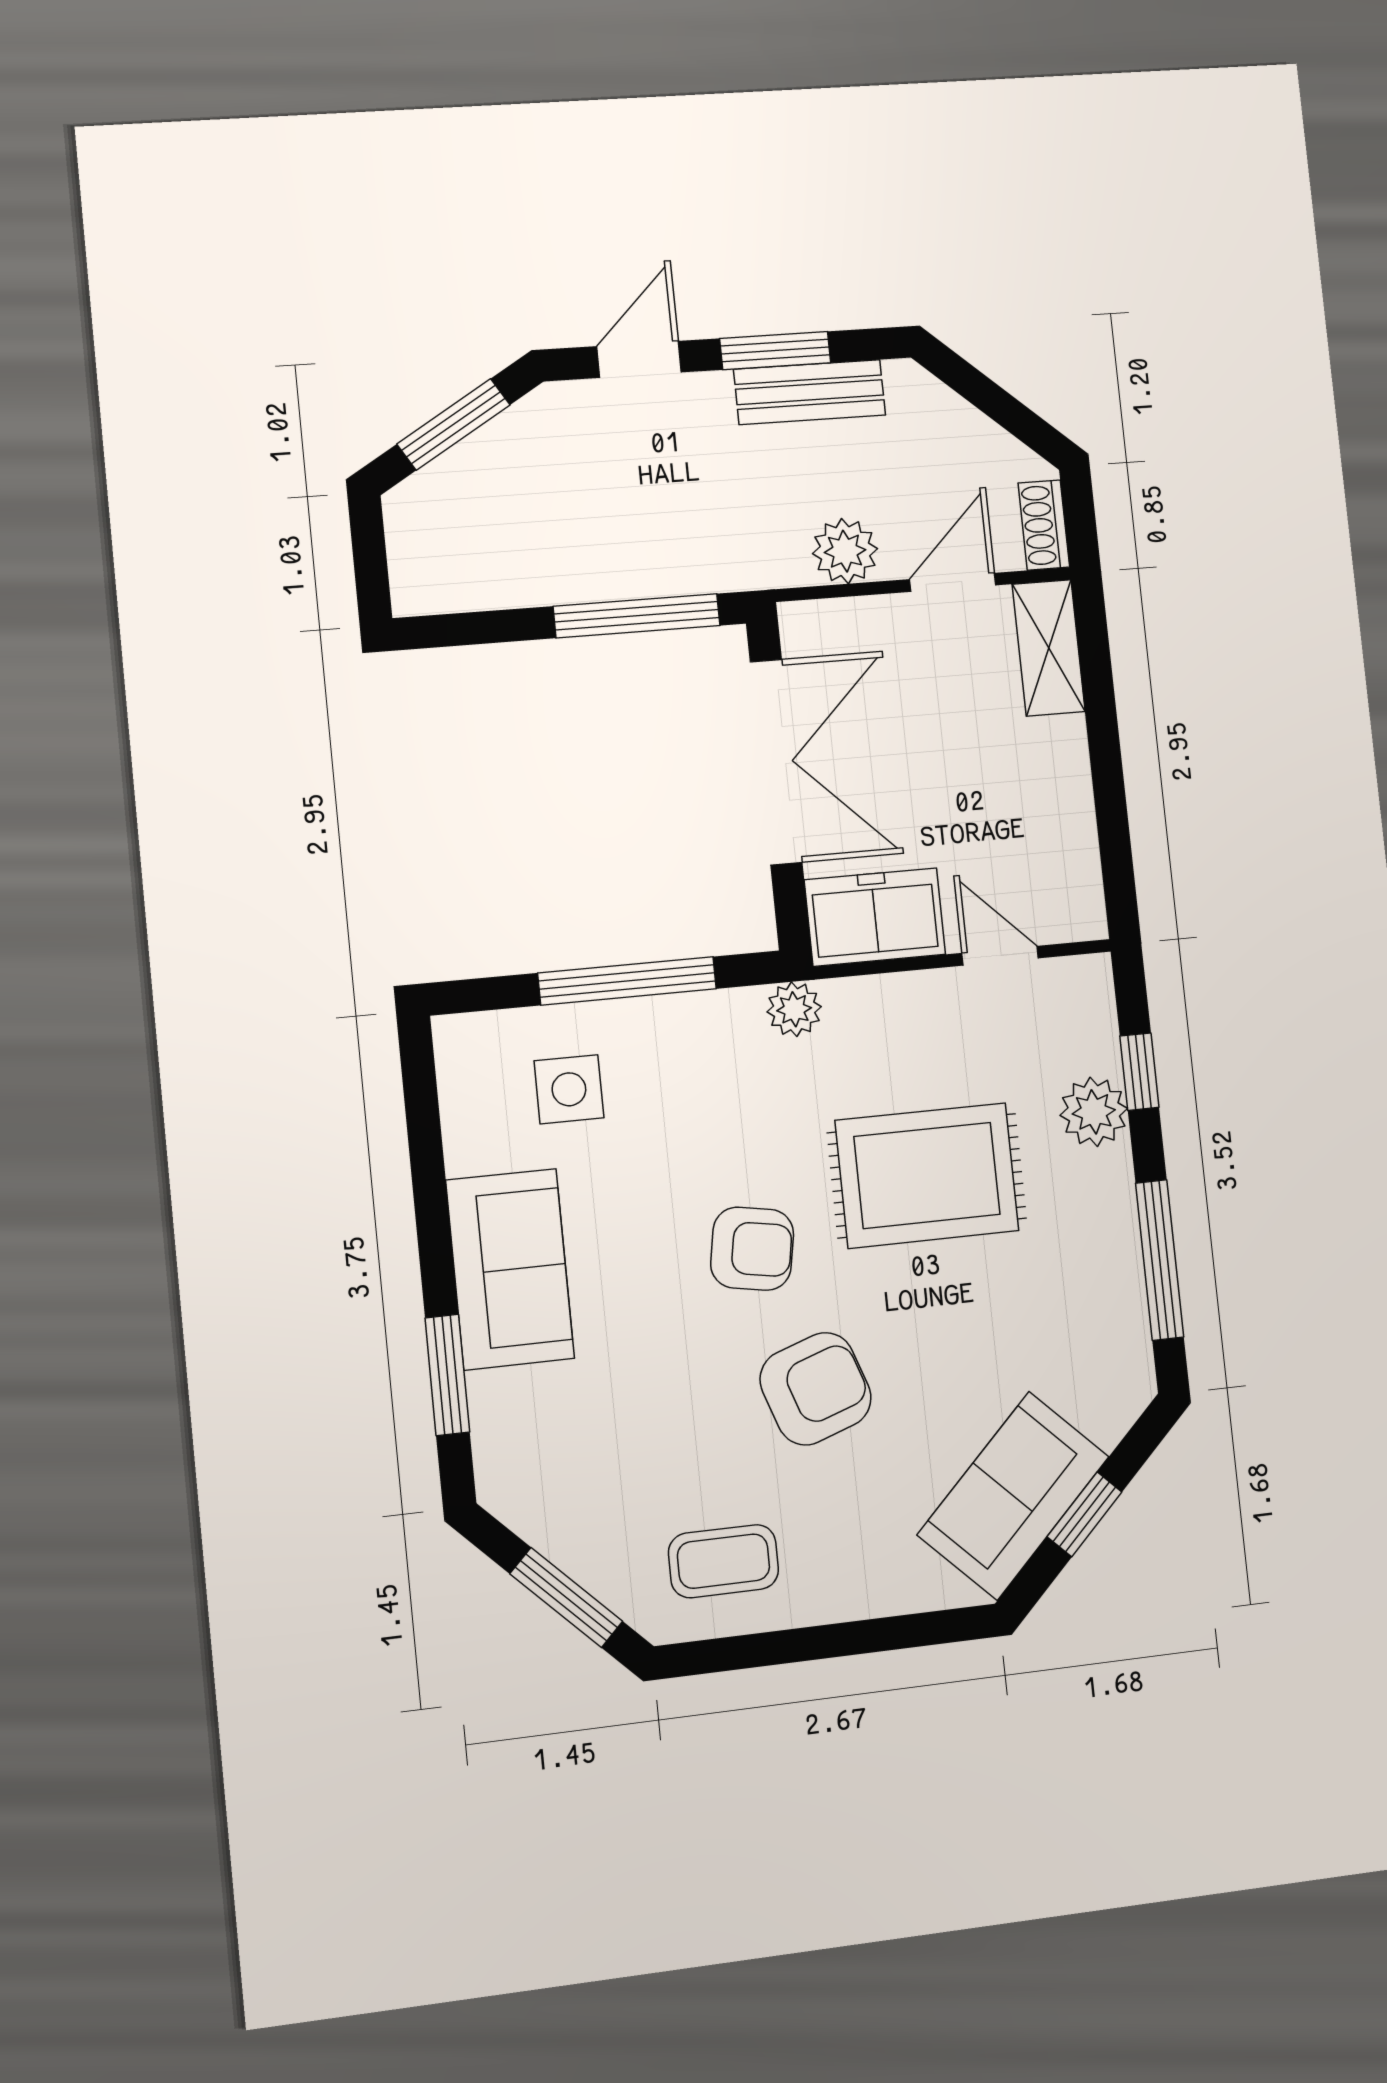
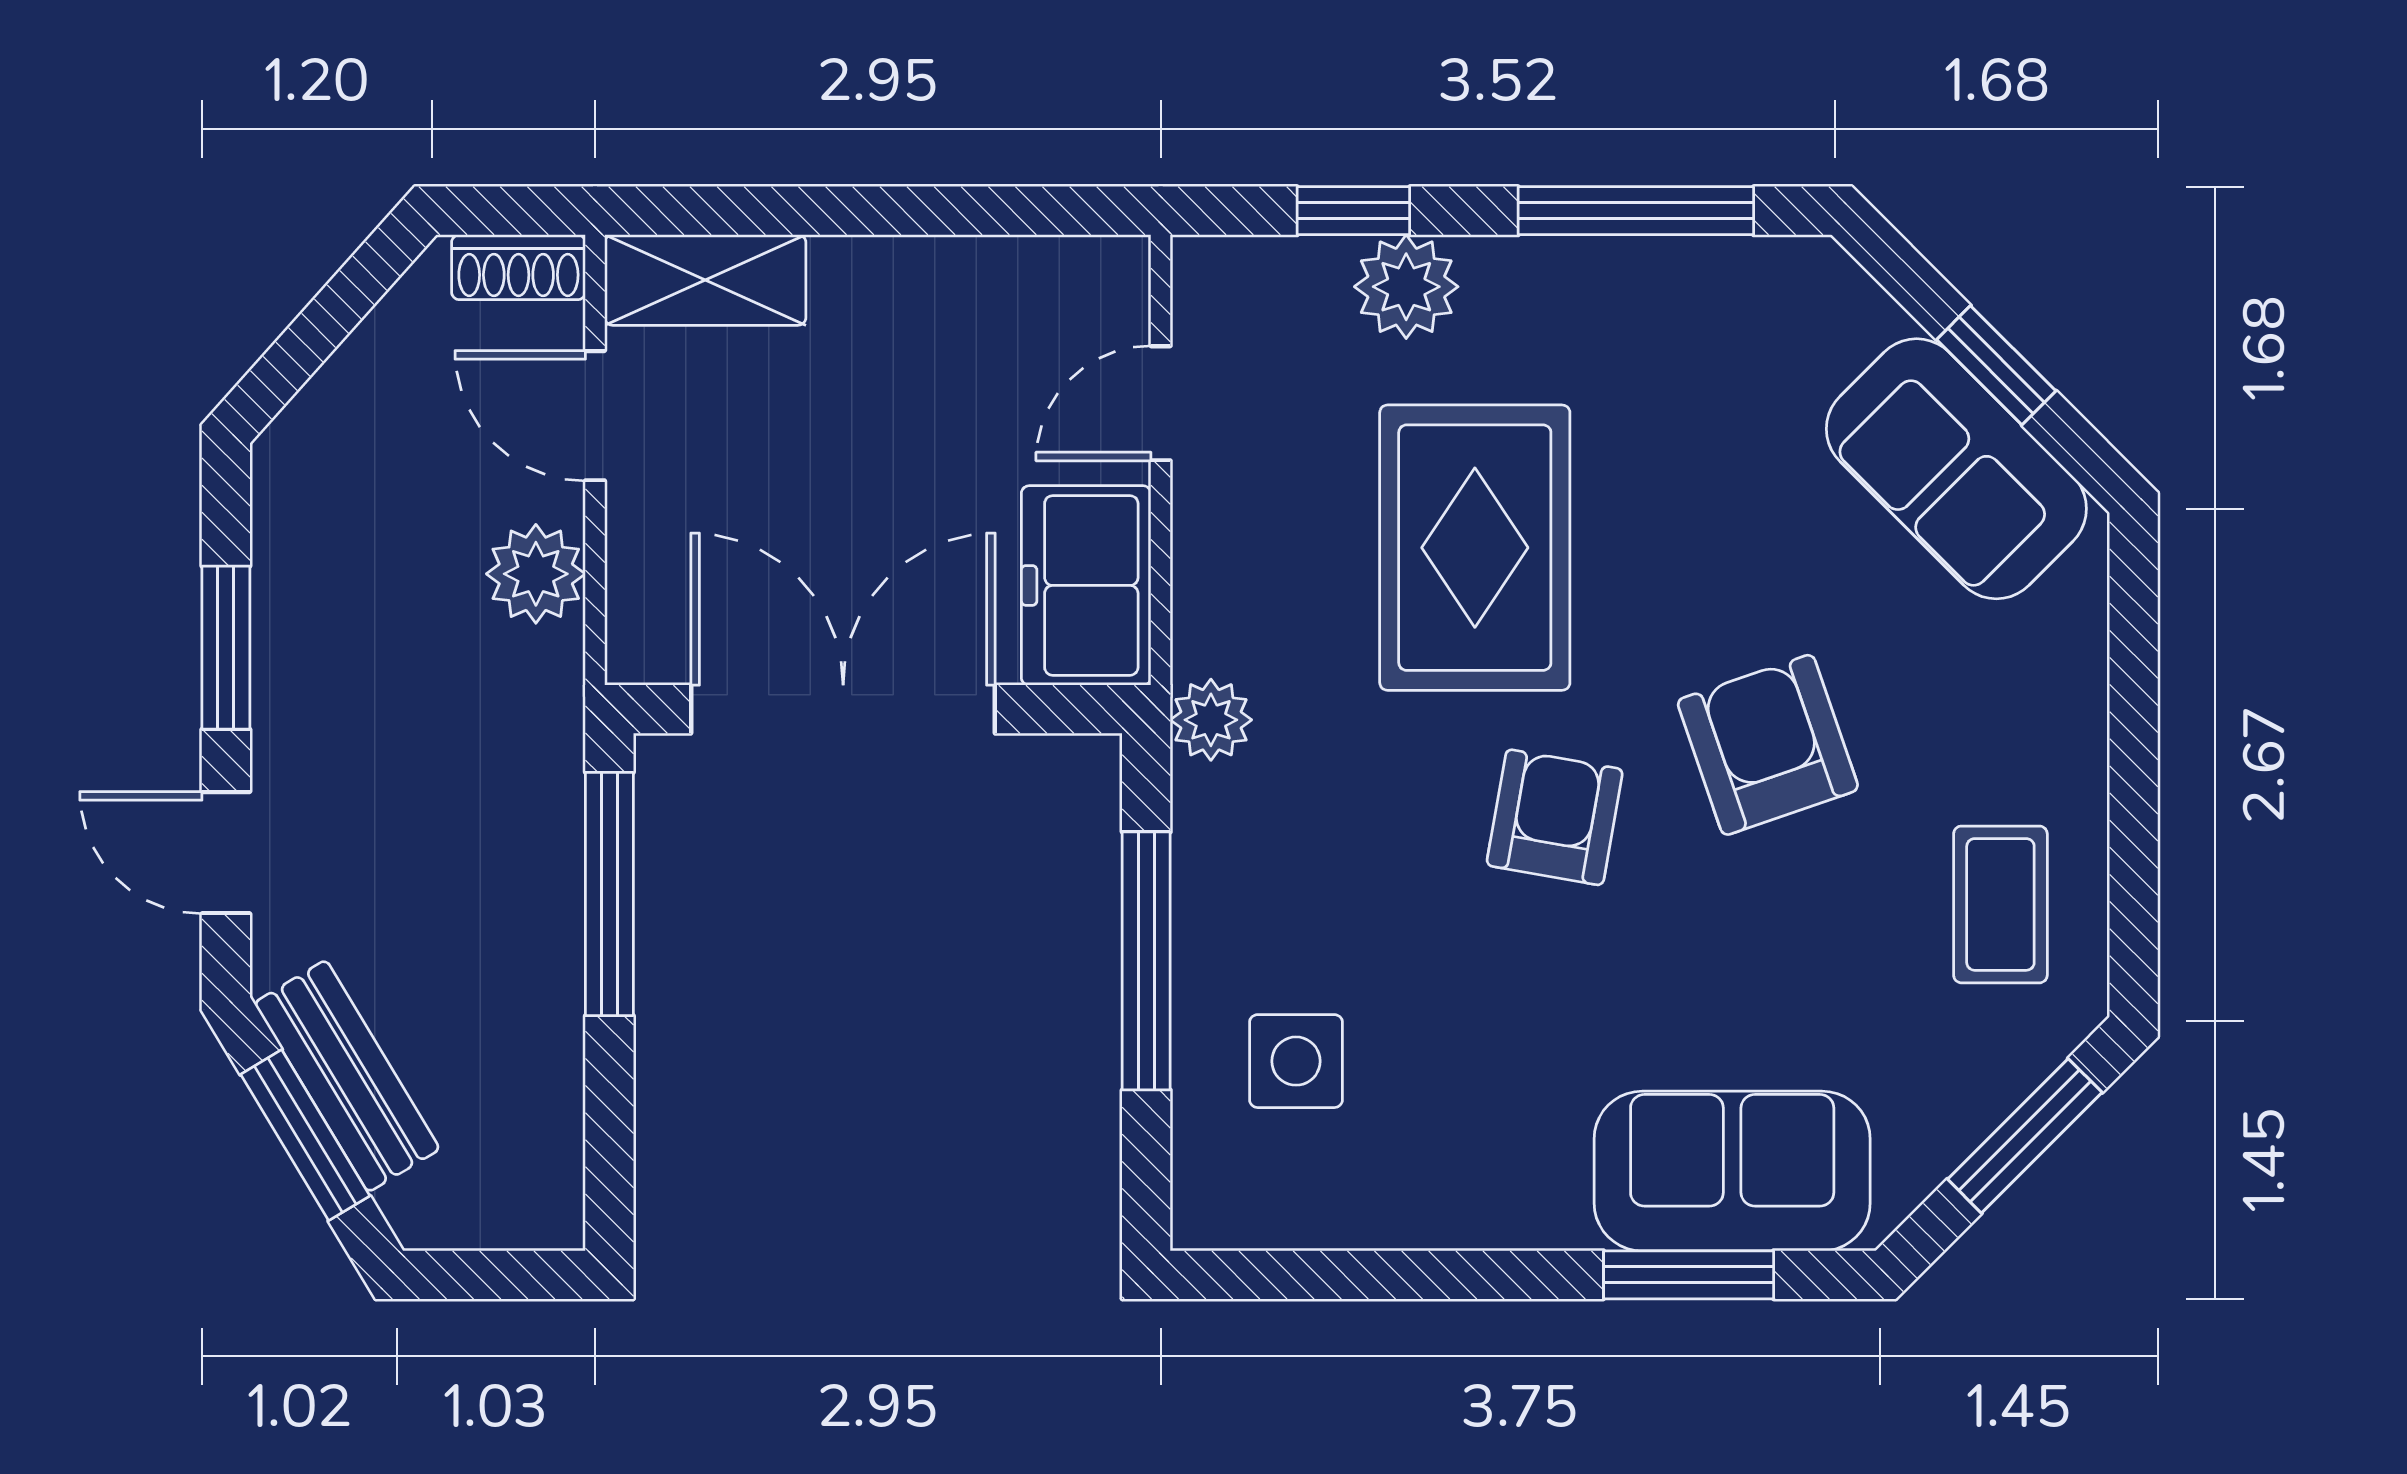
bench: (810, 392) -> (347, 1076), moved, turned -31
sofa: (510, 1269) -> (1732, 1171), moved

